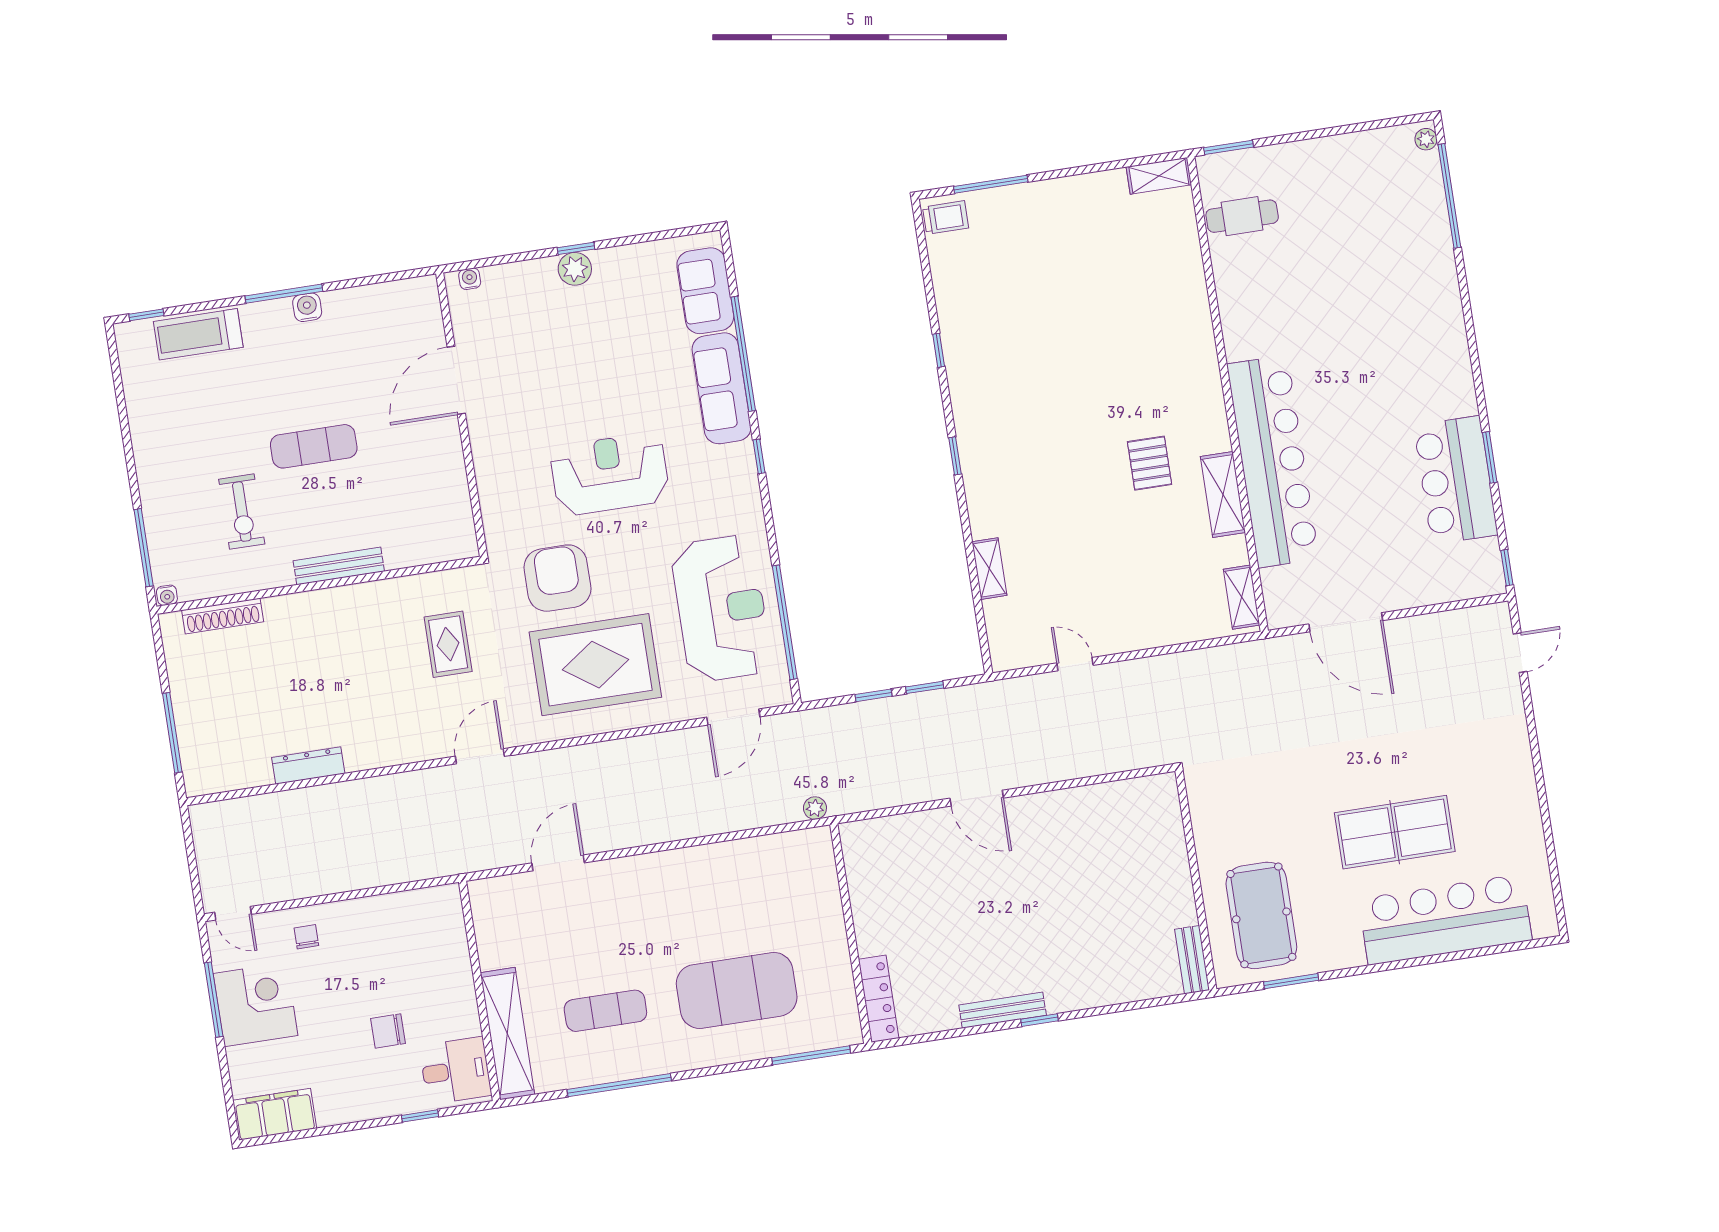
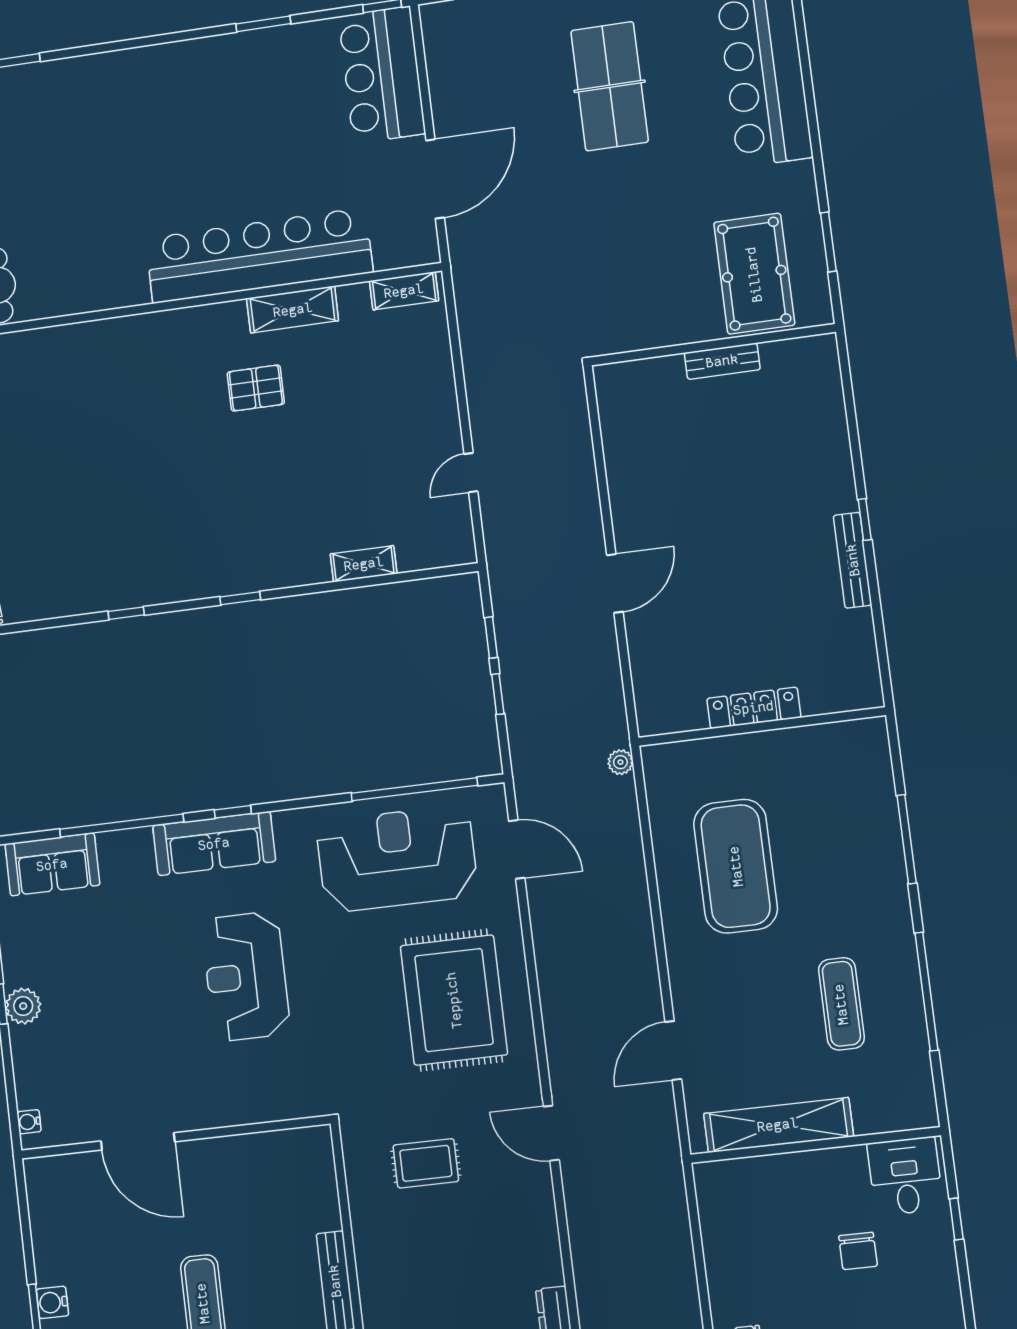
sofa: (721, 388) -> (214, 844), moved
bar counter: (1456, 480) -> (382, 75), moved, turned 90
armchair: (557, 578) -> (357, 1039), removed
table tennis table: (1395, 832) -> (610, 86), moved
door: (558, 863) -> (673, 1050), hinge flipped
pool table: (1261, 915) -> (754, 274), turned 90
bench: (1192, 960) -> (722, 361), moved
exercise mat: (737, 990) -> (736, 866), moved
locker: (879, 999) -> (754, 708), moved
shelving: (507, 1034) -> (778, 1125), moved
window: (811, 1055) -> (907, 839), moved

